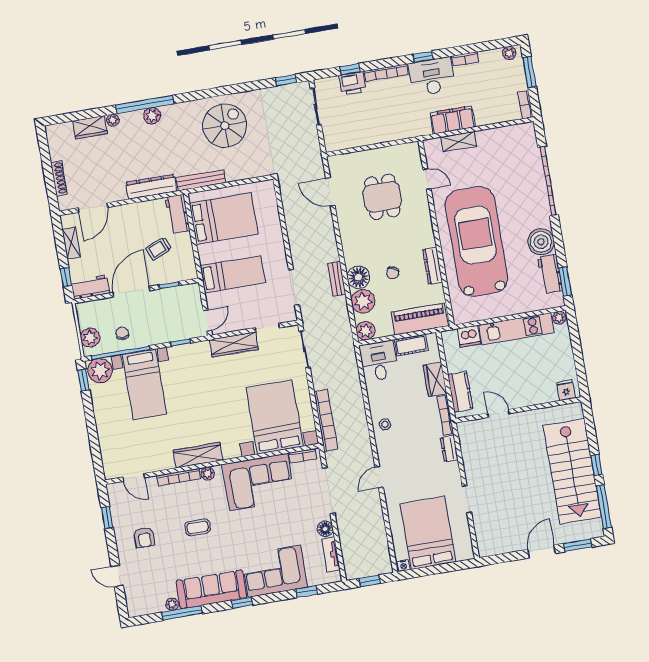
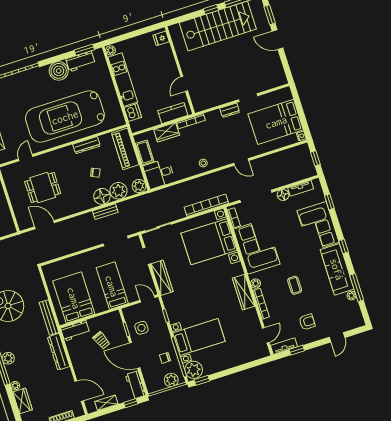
door: (330, 192) -> (44, 225), swing flipped
side table: (168, 306) -> (141, 328), added
dresser: (449, 449) -> (230, 110), moved
tv unit: (115, 501) -> (284, 346), added

